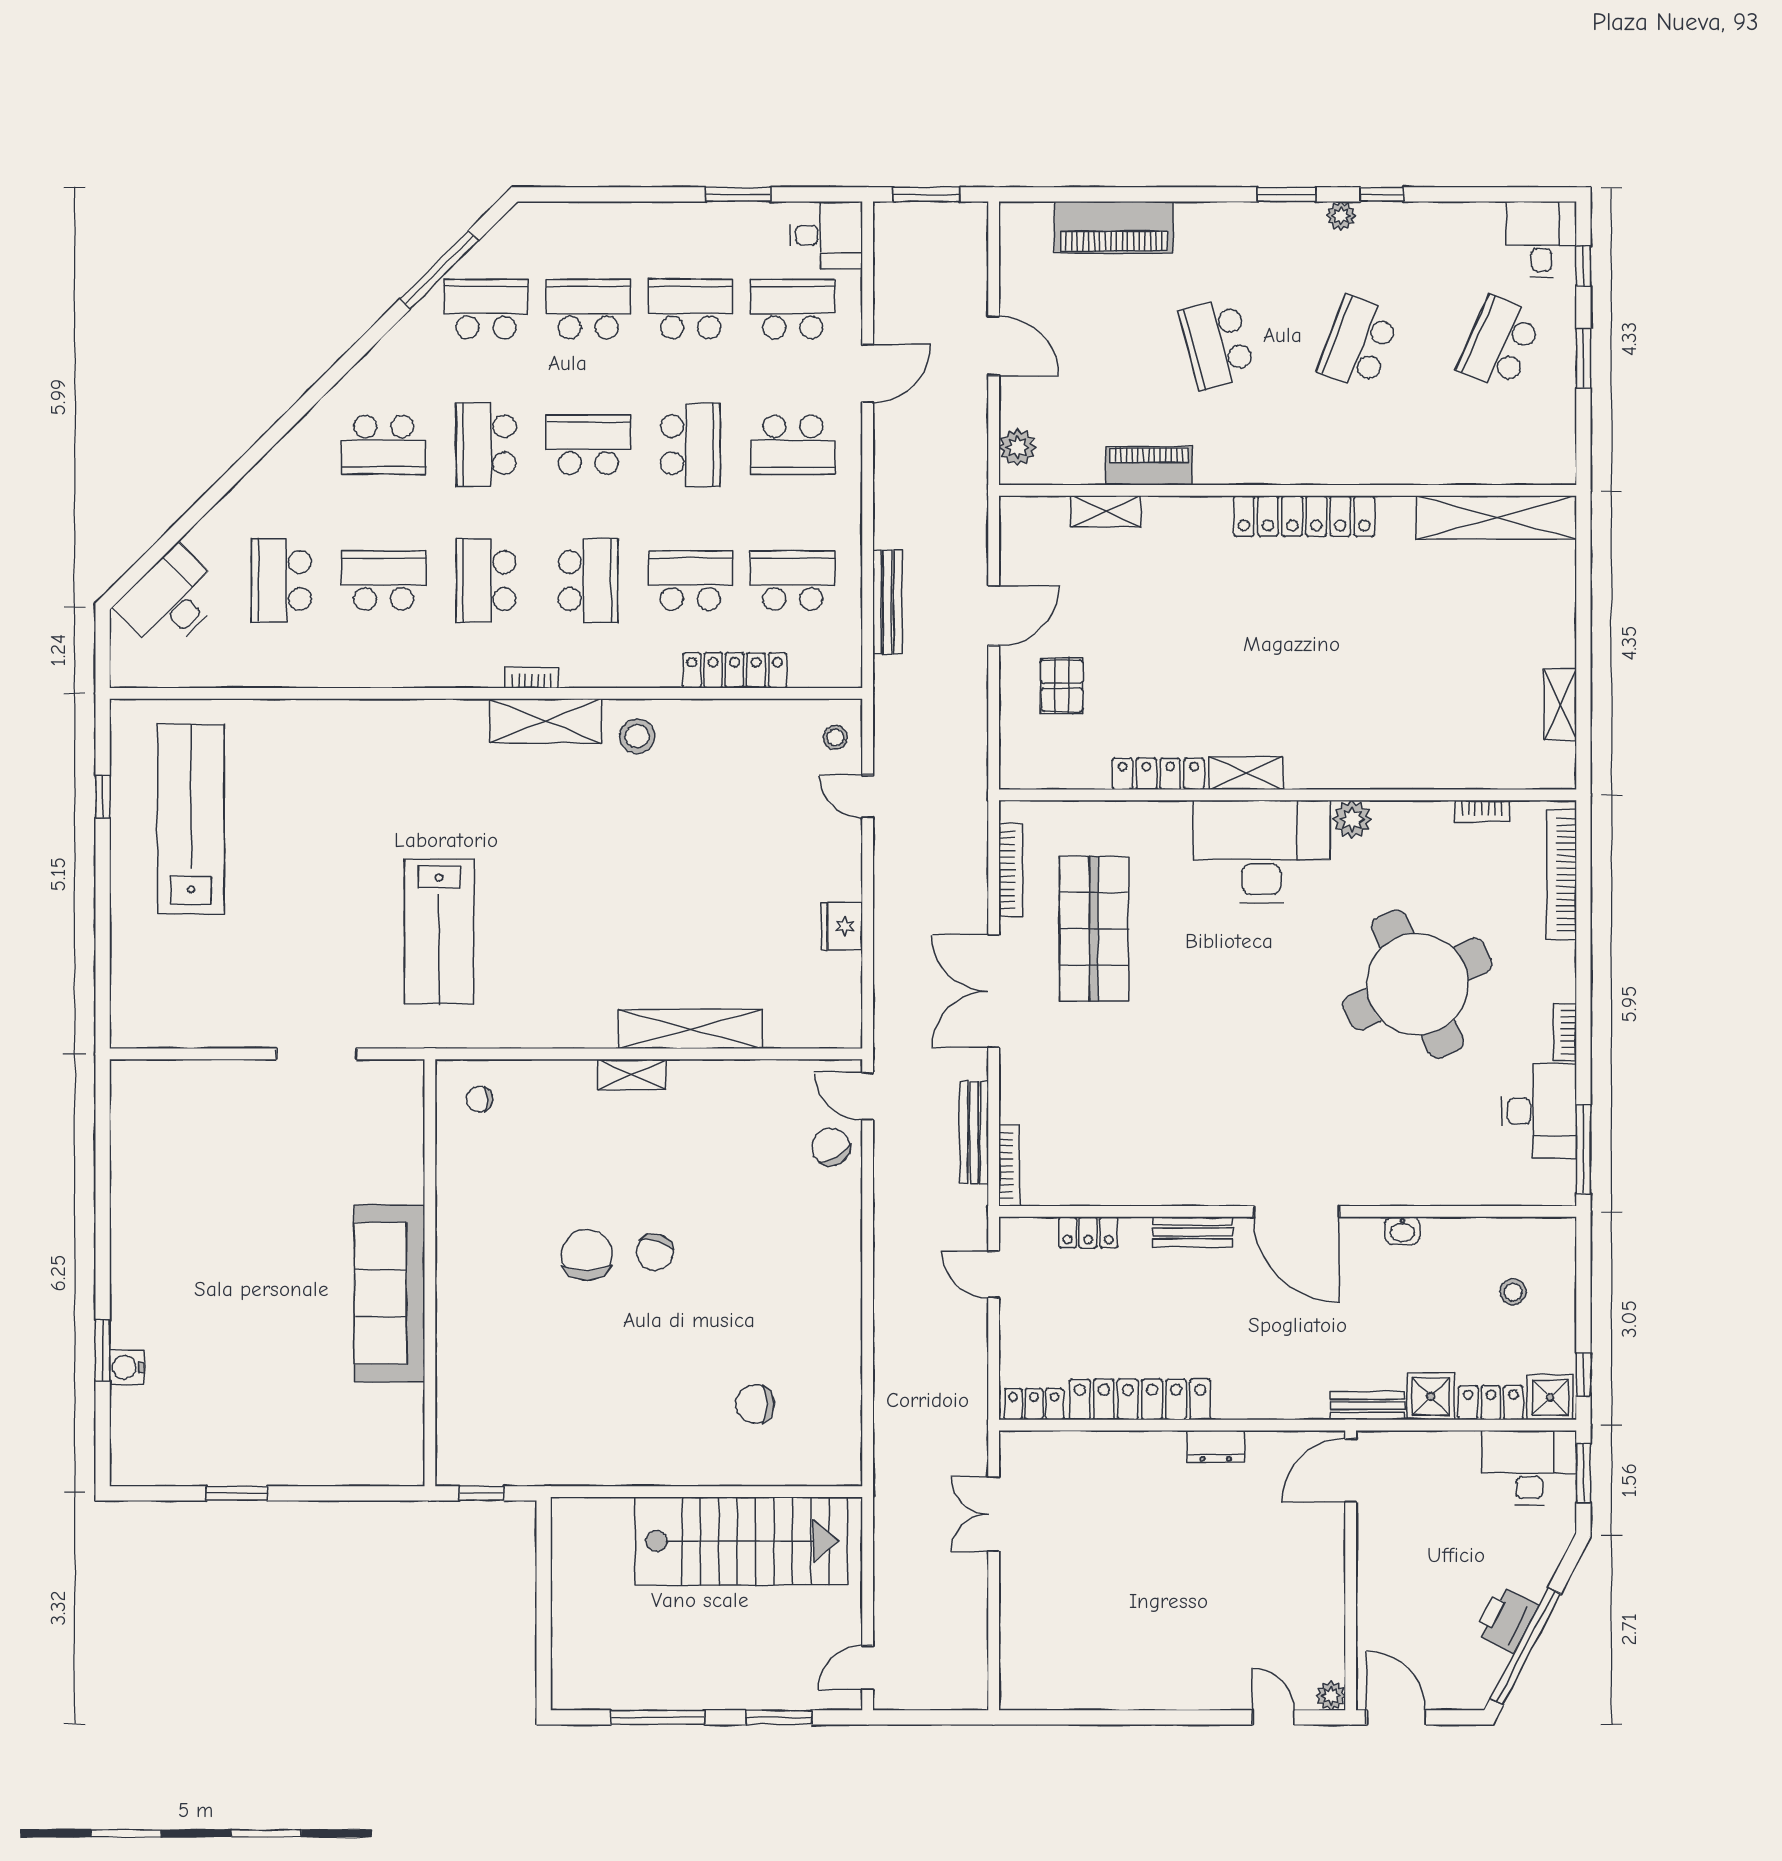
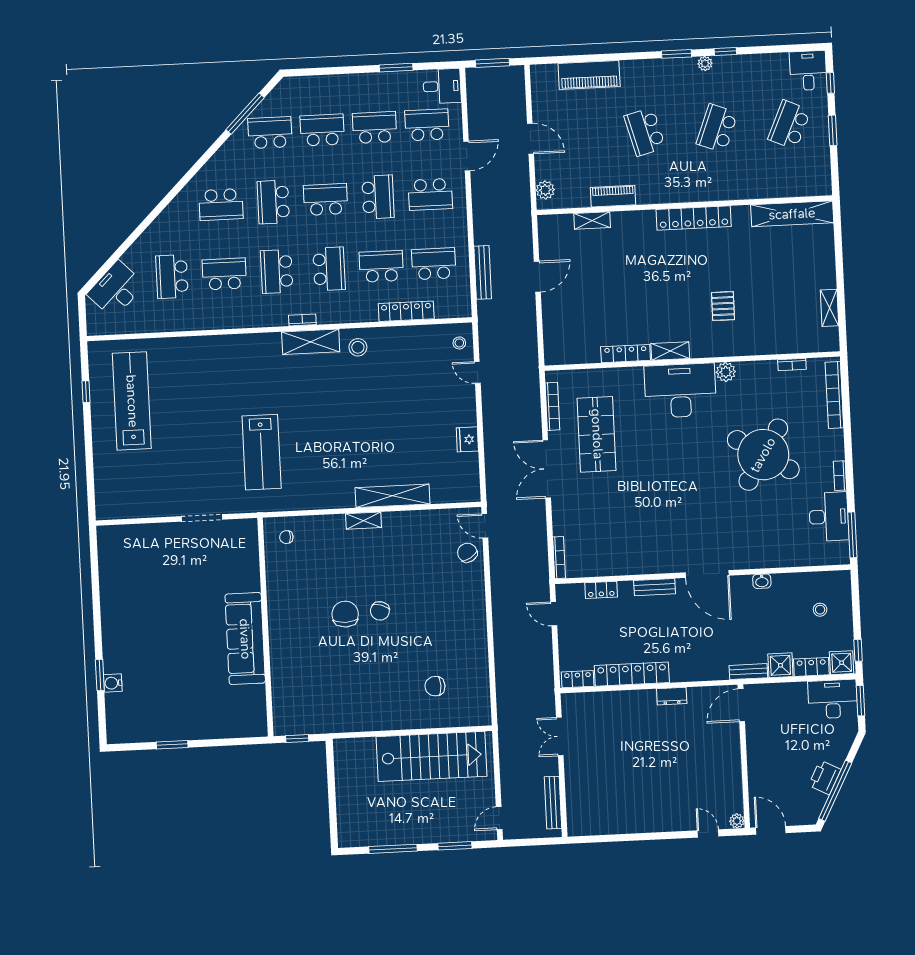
pallet: (1062, 686) -> (723, 306), moved
round table: (1417, 984) -> (763, 455), turned -33
bench: (974, 1132) -> (553, 803), moved

